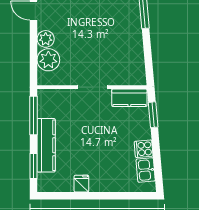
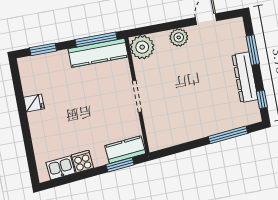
plant: (48, 60) -> (142, 47), moved
kitchen counter: (129, 98) -> (125, 150), moved, turned 85
kitchen counter: (46, 145) -> (98, 53), moved

